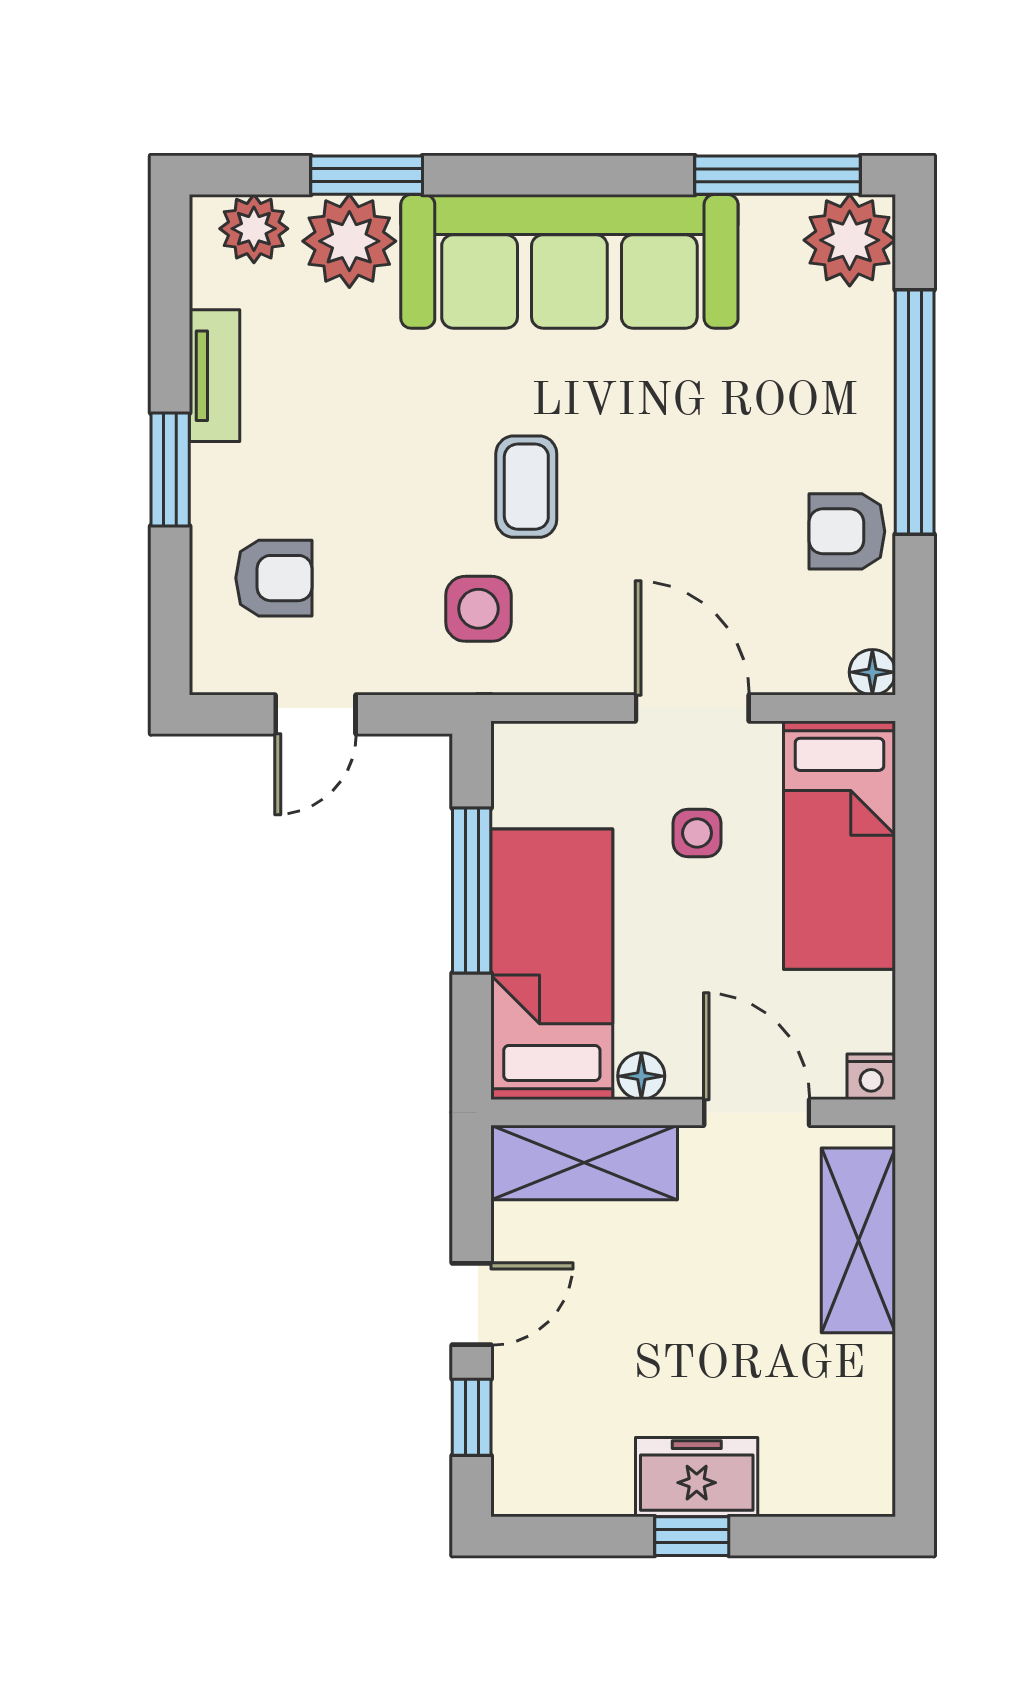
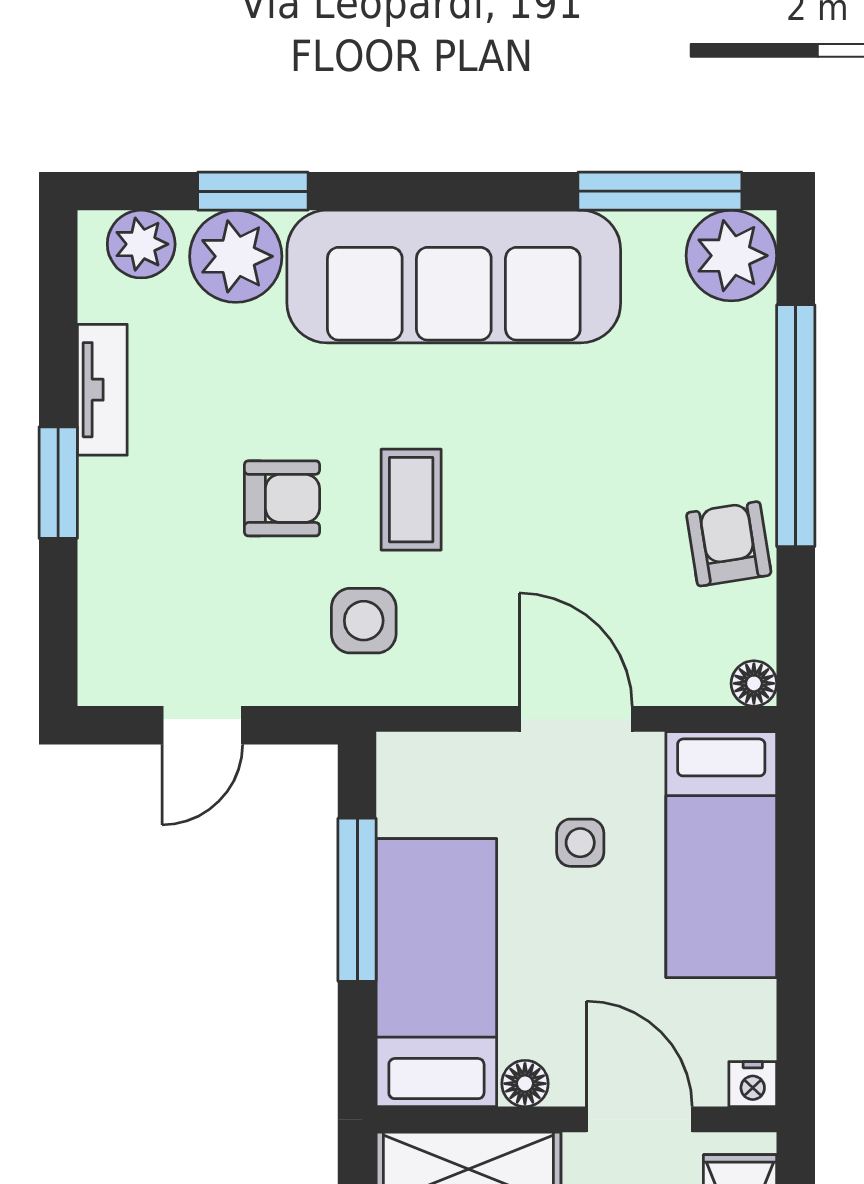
armchair: (847, 531) -> (729, 544), turned 81
armchair: (274, 578) -> (282, 498), moved

